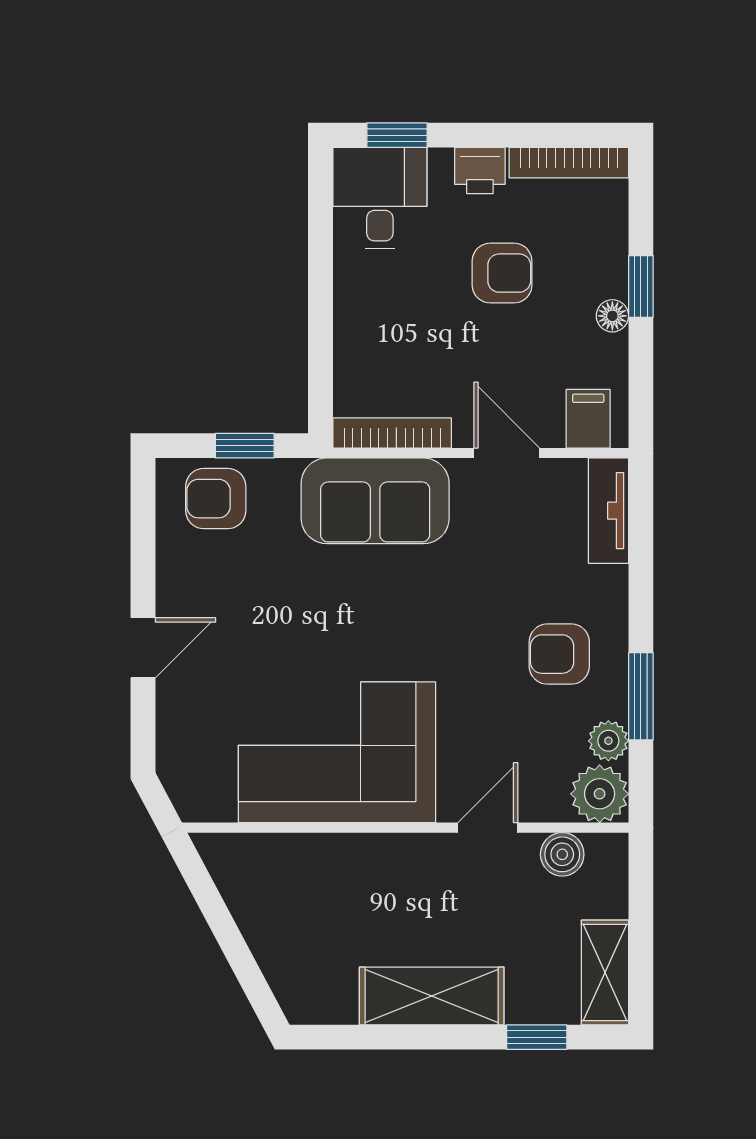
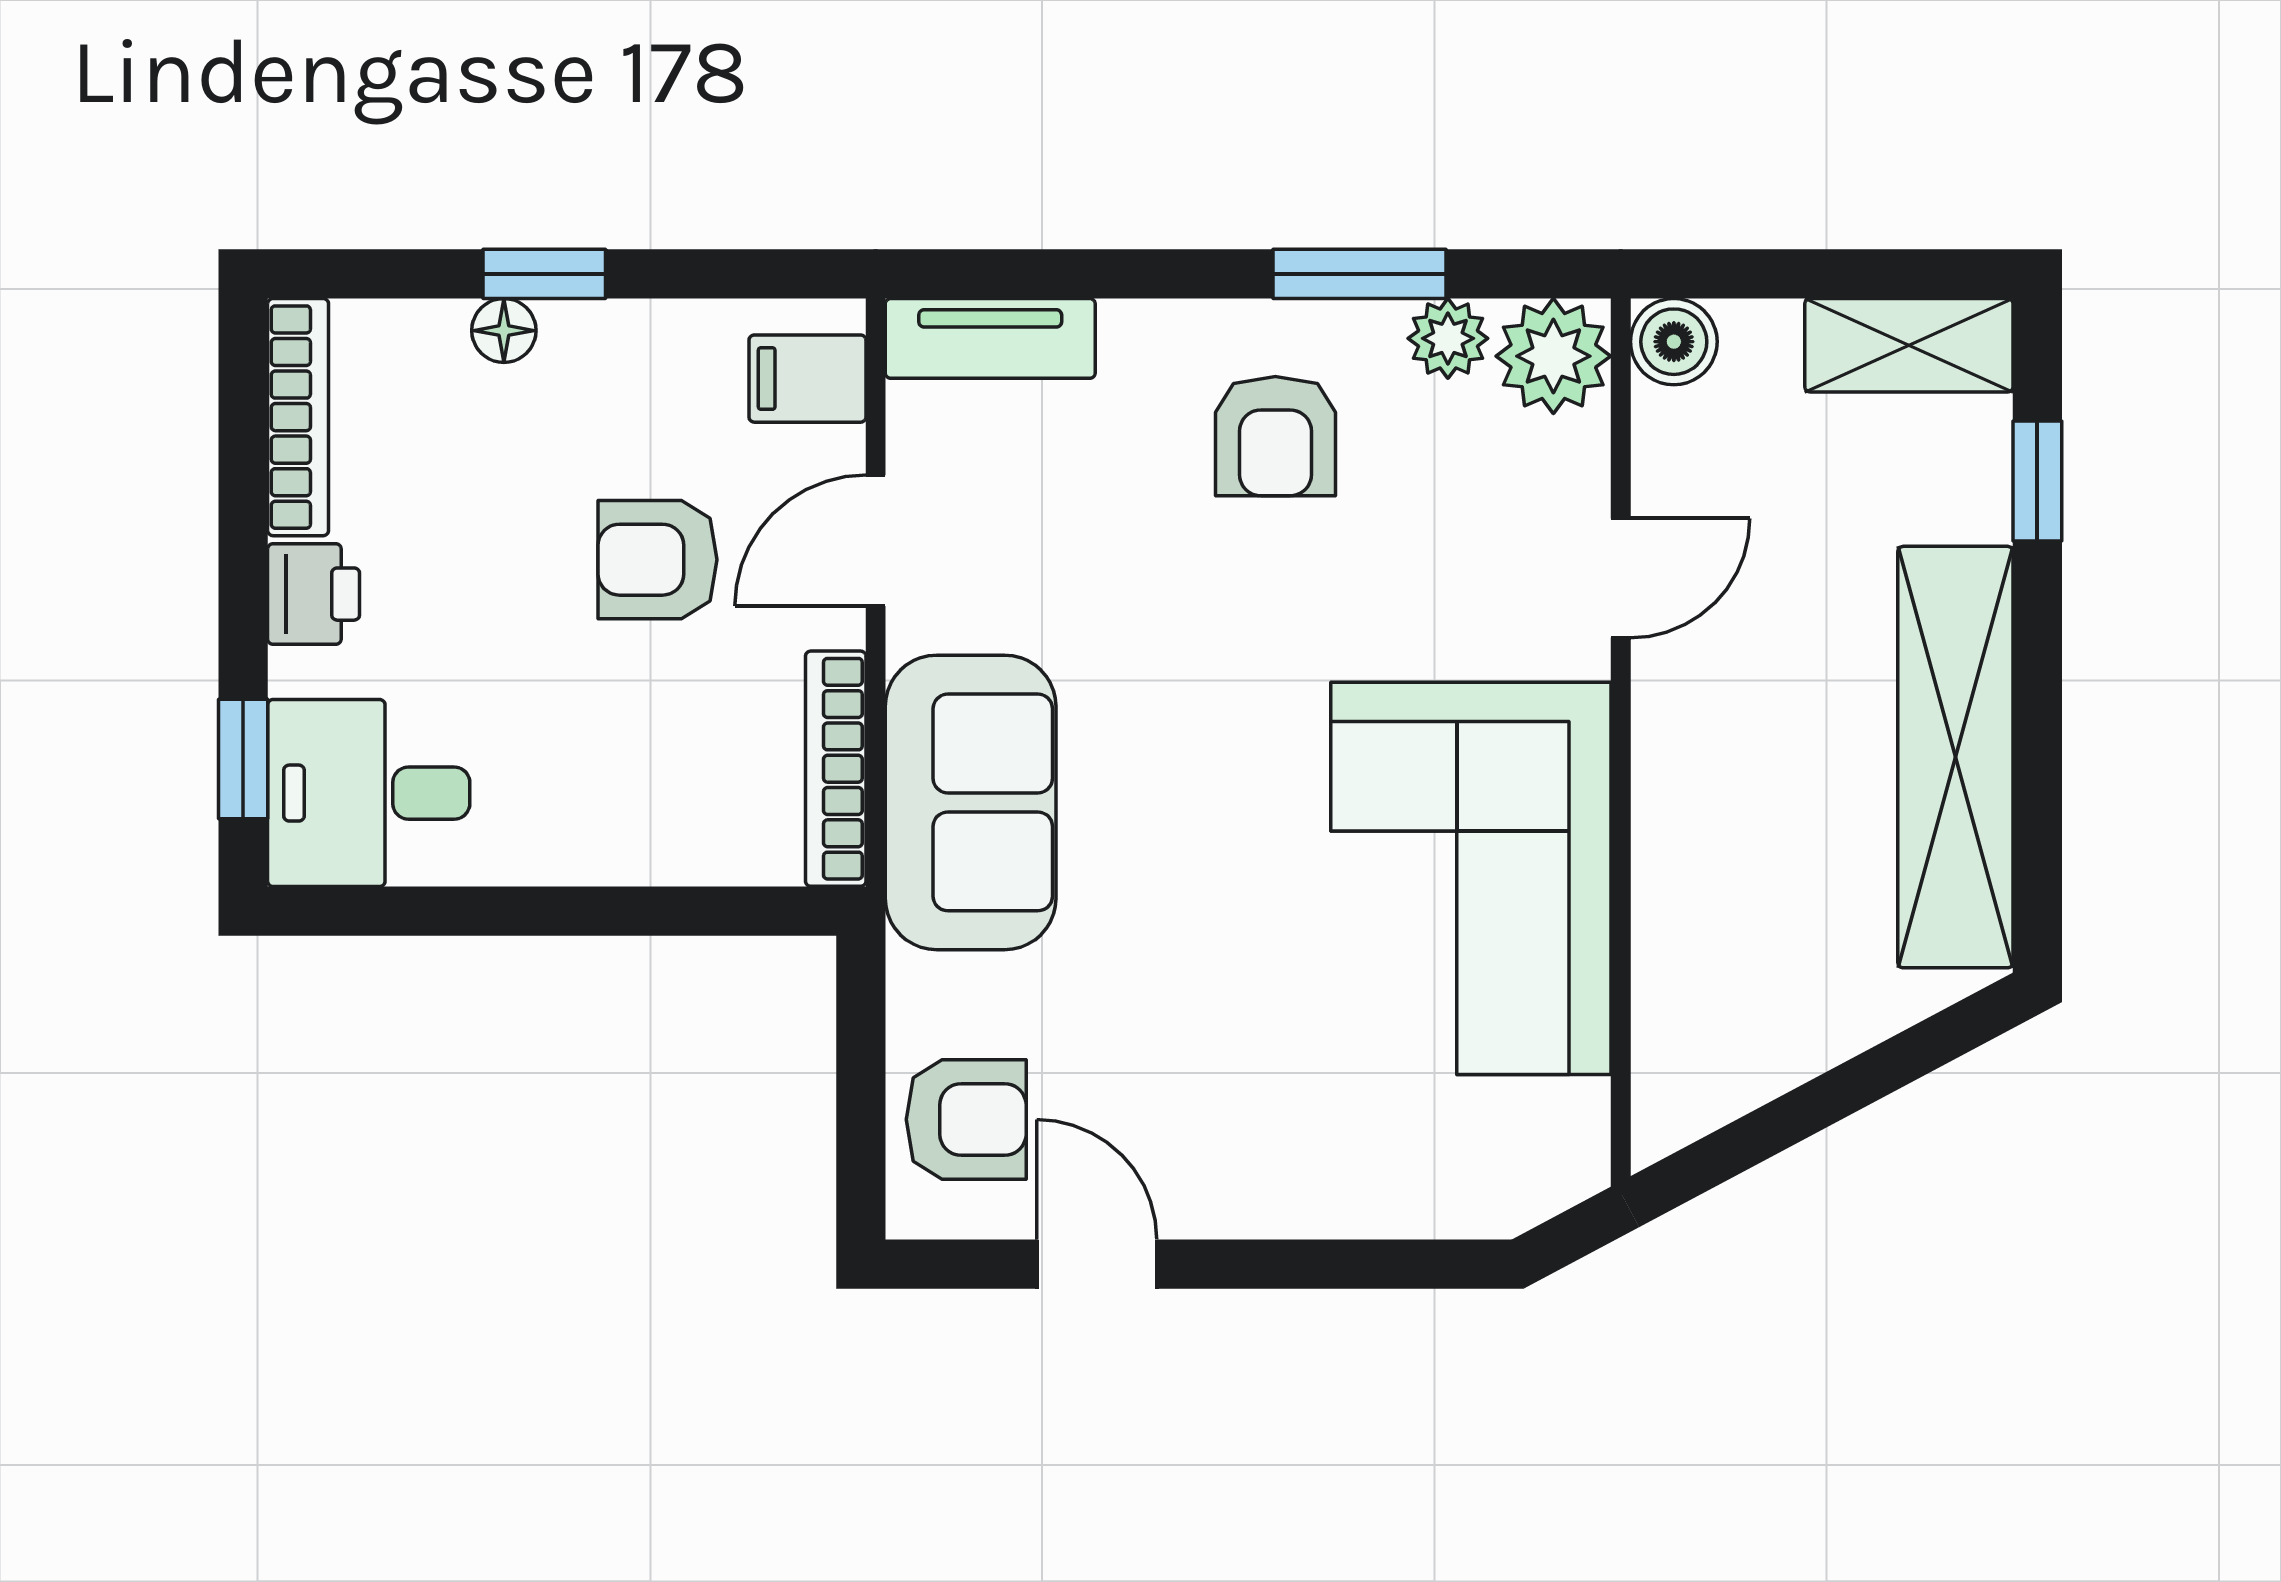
armchair: (502, 273) -> (658, 560), moved, turned -90
floor lamp: (612, 316) -> (504, 331), moved
window: (245, 446) -> (861, 1062), removed
armchair: (216, 499) -> (966, 1120), turned -90
door: (143, 648) -> (1097, 1264), moved
door: (488, 828) -> (1621, 578), swing flipped
boiler: (562, 854) -> (1674, 342), moved
shelving: (432, 996) -> (1955, 757), width x1.47

